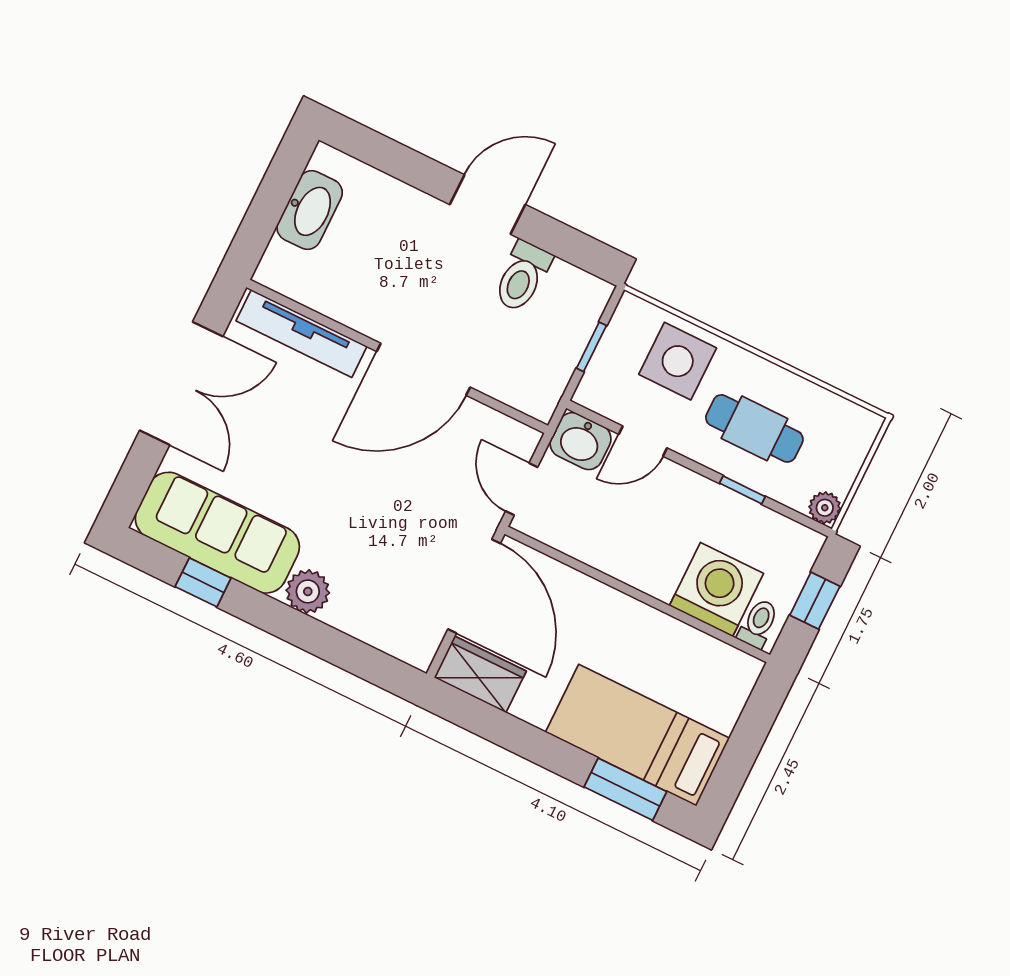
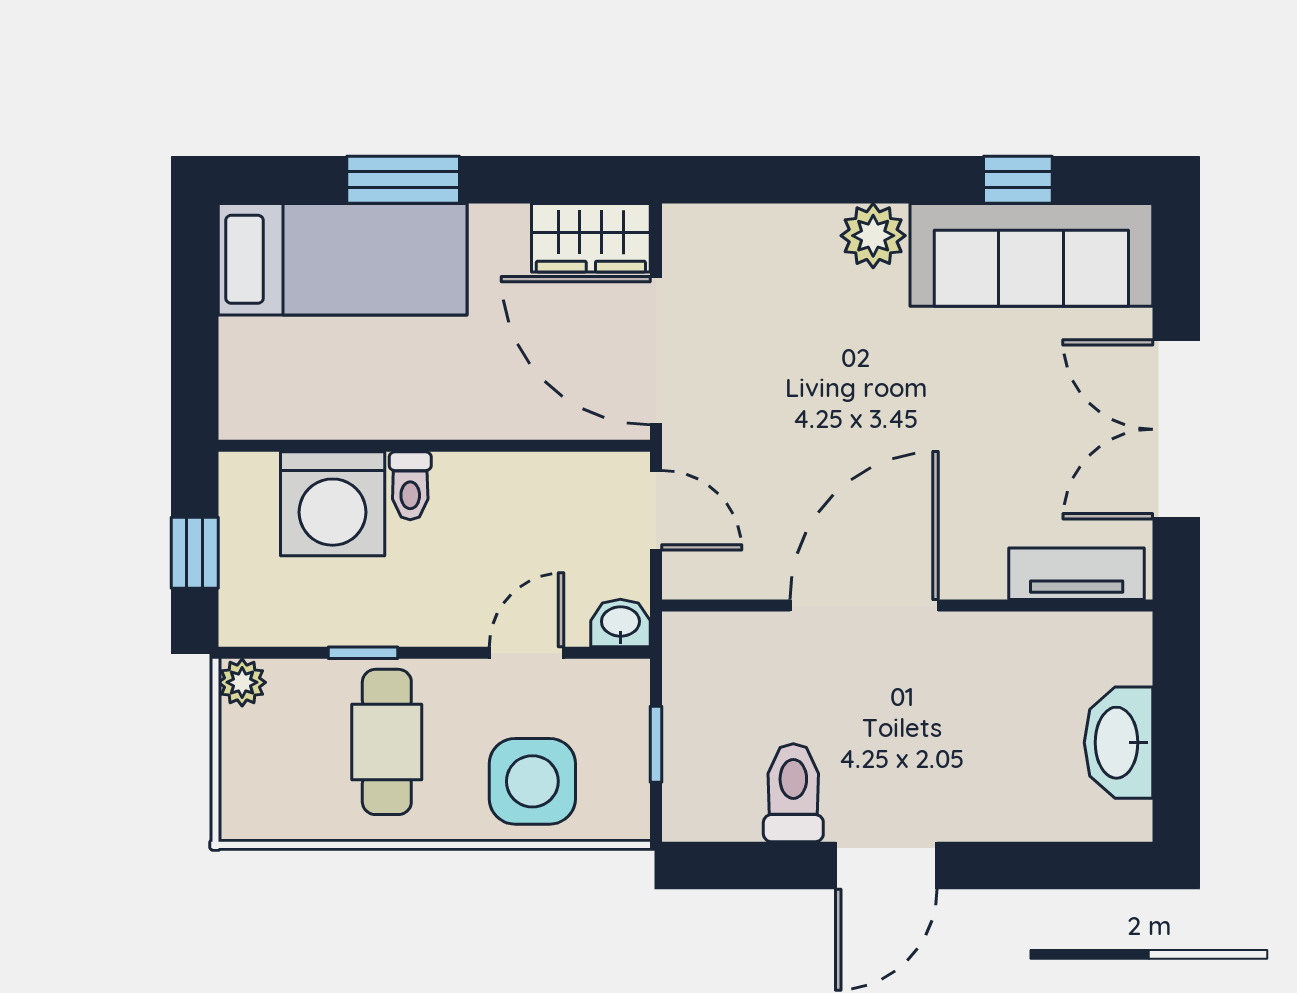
tv unit: (302, 334) -> (1077, 574), width x0.71
cafe table: (754, 428) -> (387, 742), turned 90
washbasin: (581, 441) -> (620, 623), width x0.72, depth x0.69
toilet: (758, 624) -> (410, 486), moved
window: (625, 789) -> (403, 180), moved

